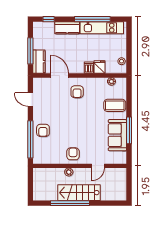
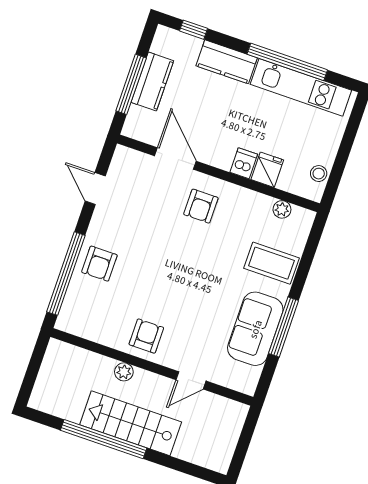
kitchen counter: (39, 62) -> (152, 82), moved

